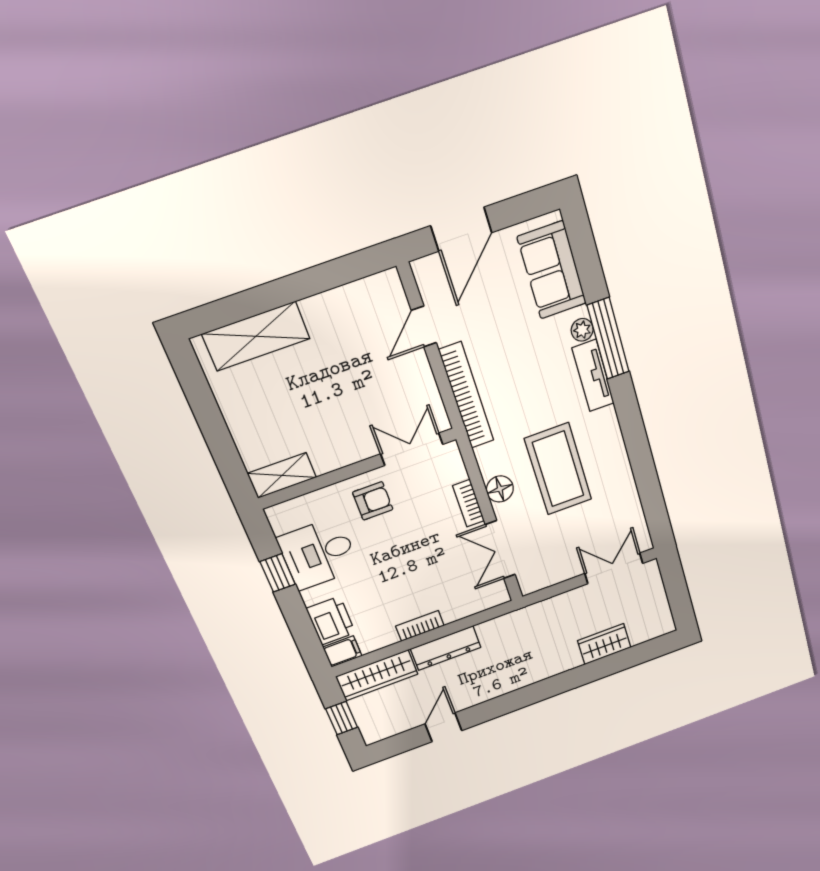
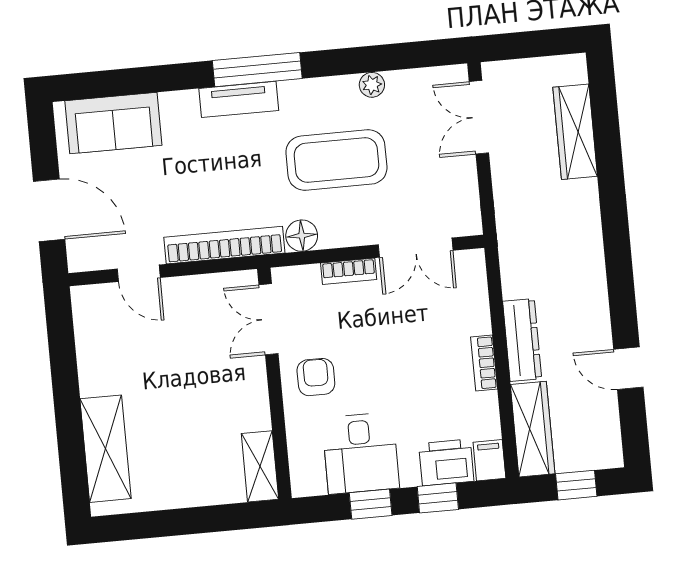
plant: (582, 330) -> (372, 85), moved
window: (608, 339) -> (257, 70), moved
floor lamp: (500, 489) -> (302, 236), moved
window: (299, 622) -> (438, 498), added
wardrobe: (604, 644) -> (575, 132), width x1.50

